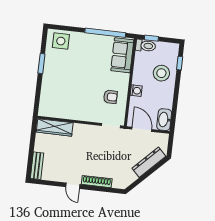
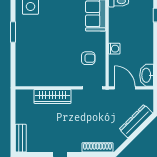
stool: (161, 73) -> (138, 28), removed
wardrobe: (55, 127) -> (52, 96), moved
shoe rack: (97, 182) -> (97, 147), moved

